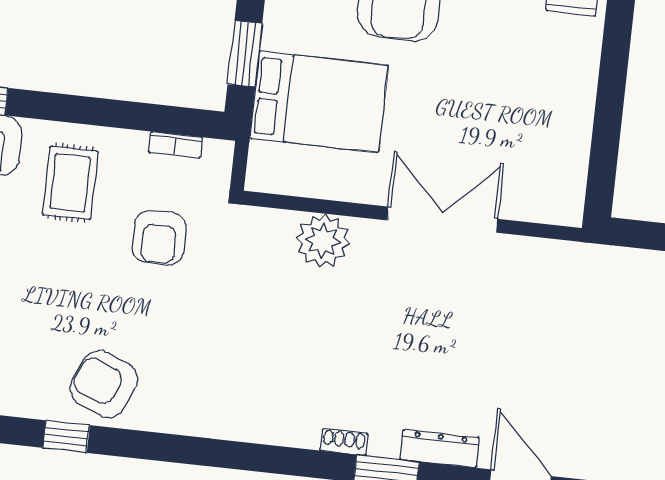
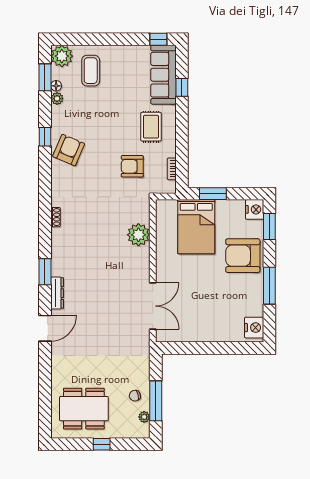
rug: (70, 183) -> (151, 127), turned 90
double door: (442, 220) -> (153, 306), moved
shoe rack: (344, 442) -> (56, 217), moved

